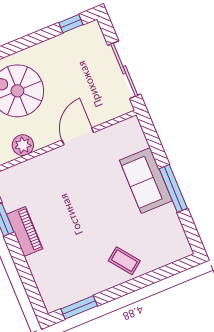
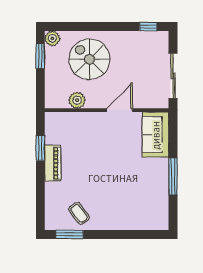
sofa: (146, 181) -> (156, 135), moved
coffee table: (124, 261) -> (79, 213), moved

